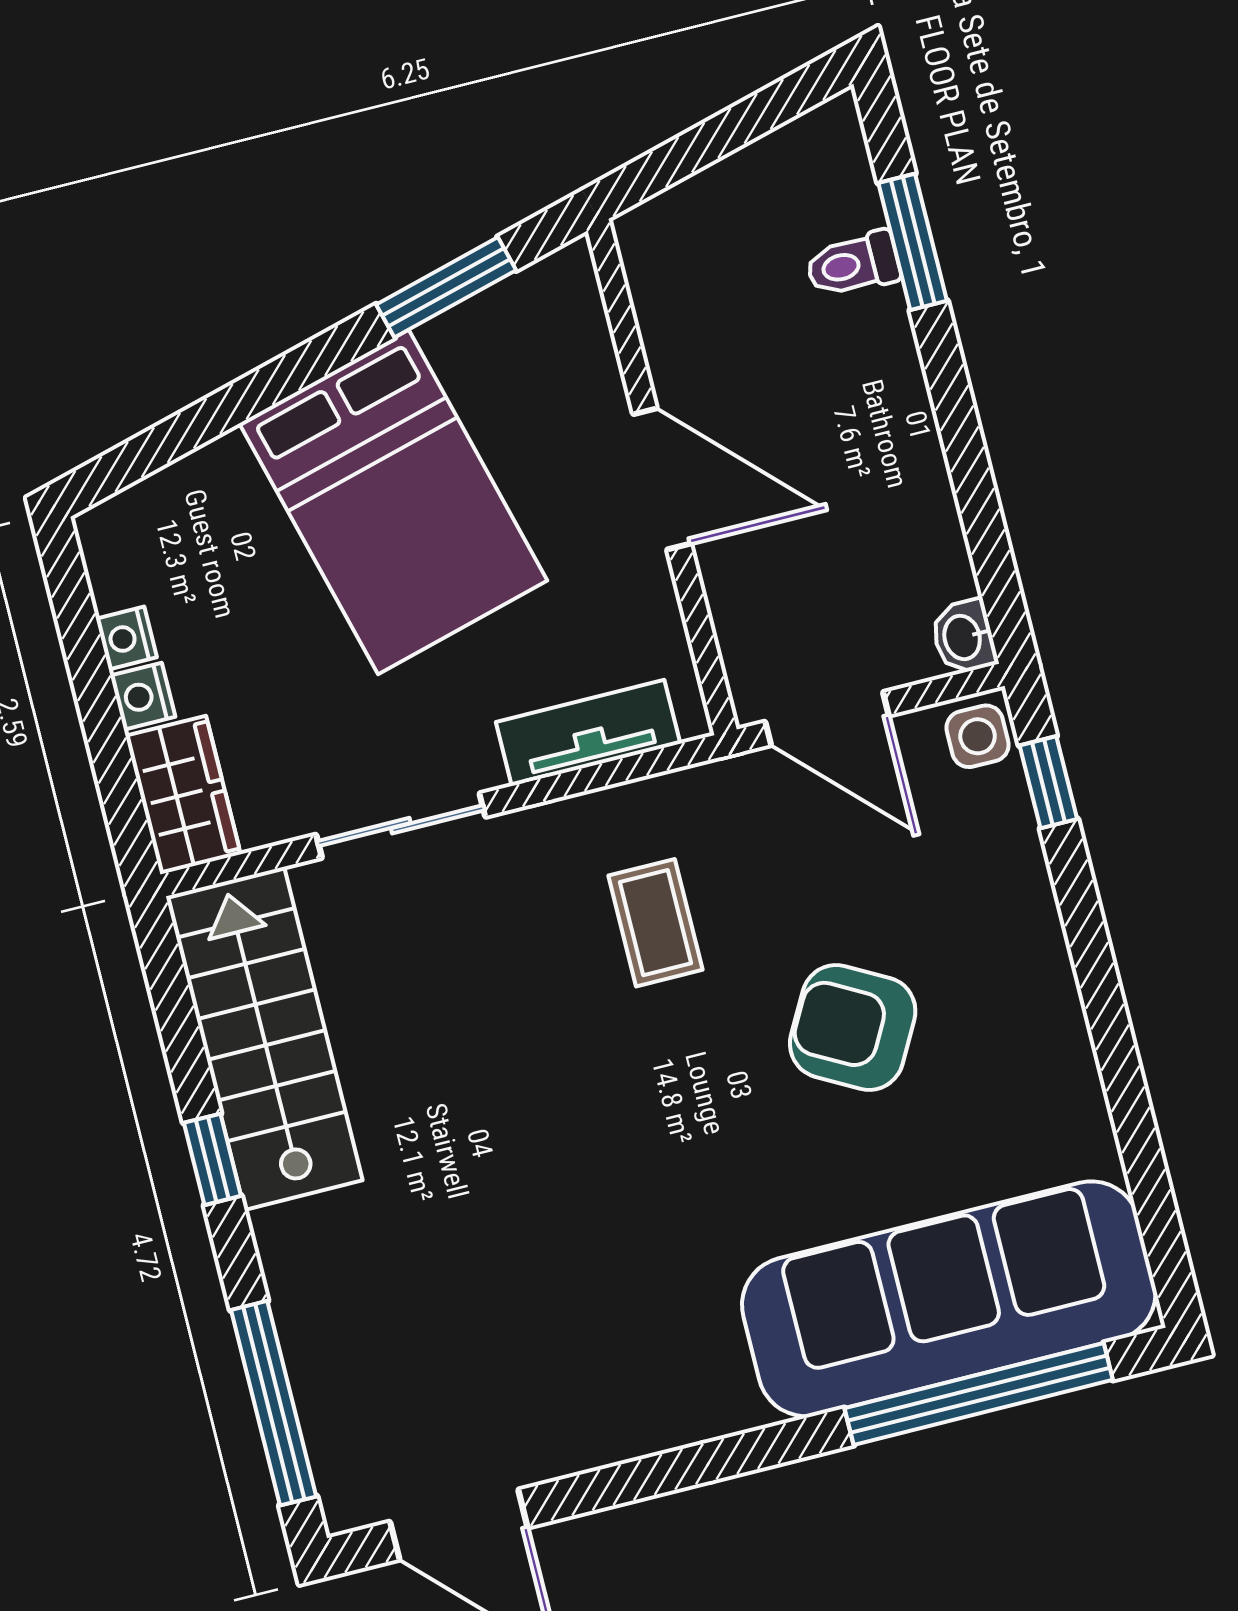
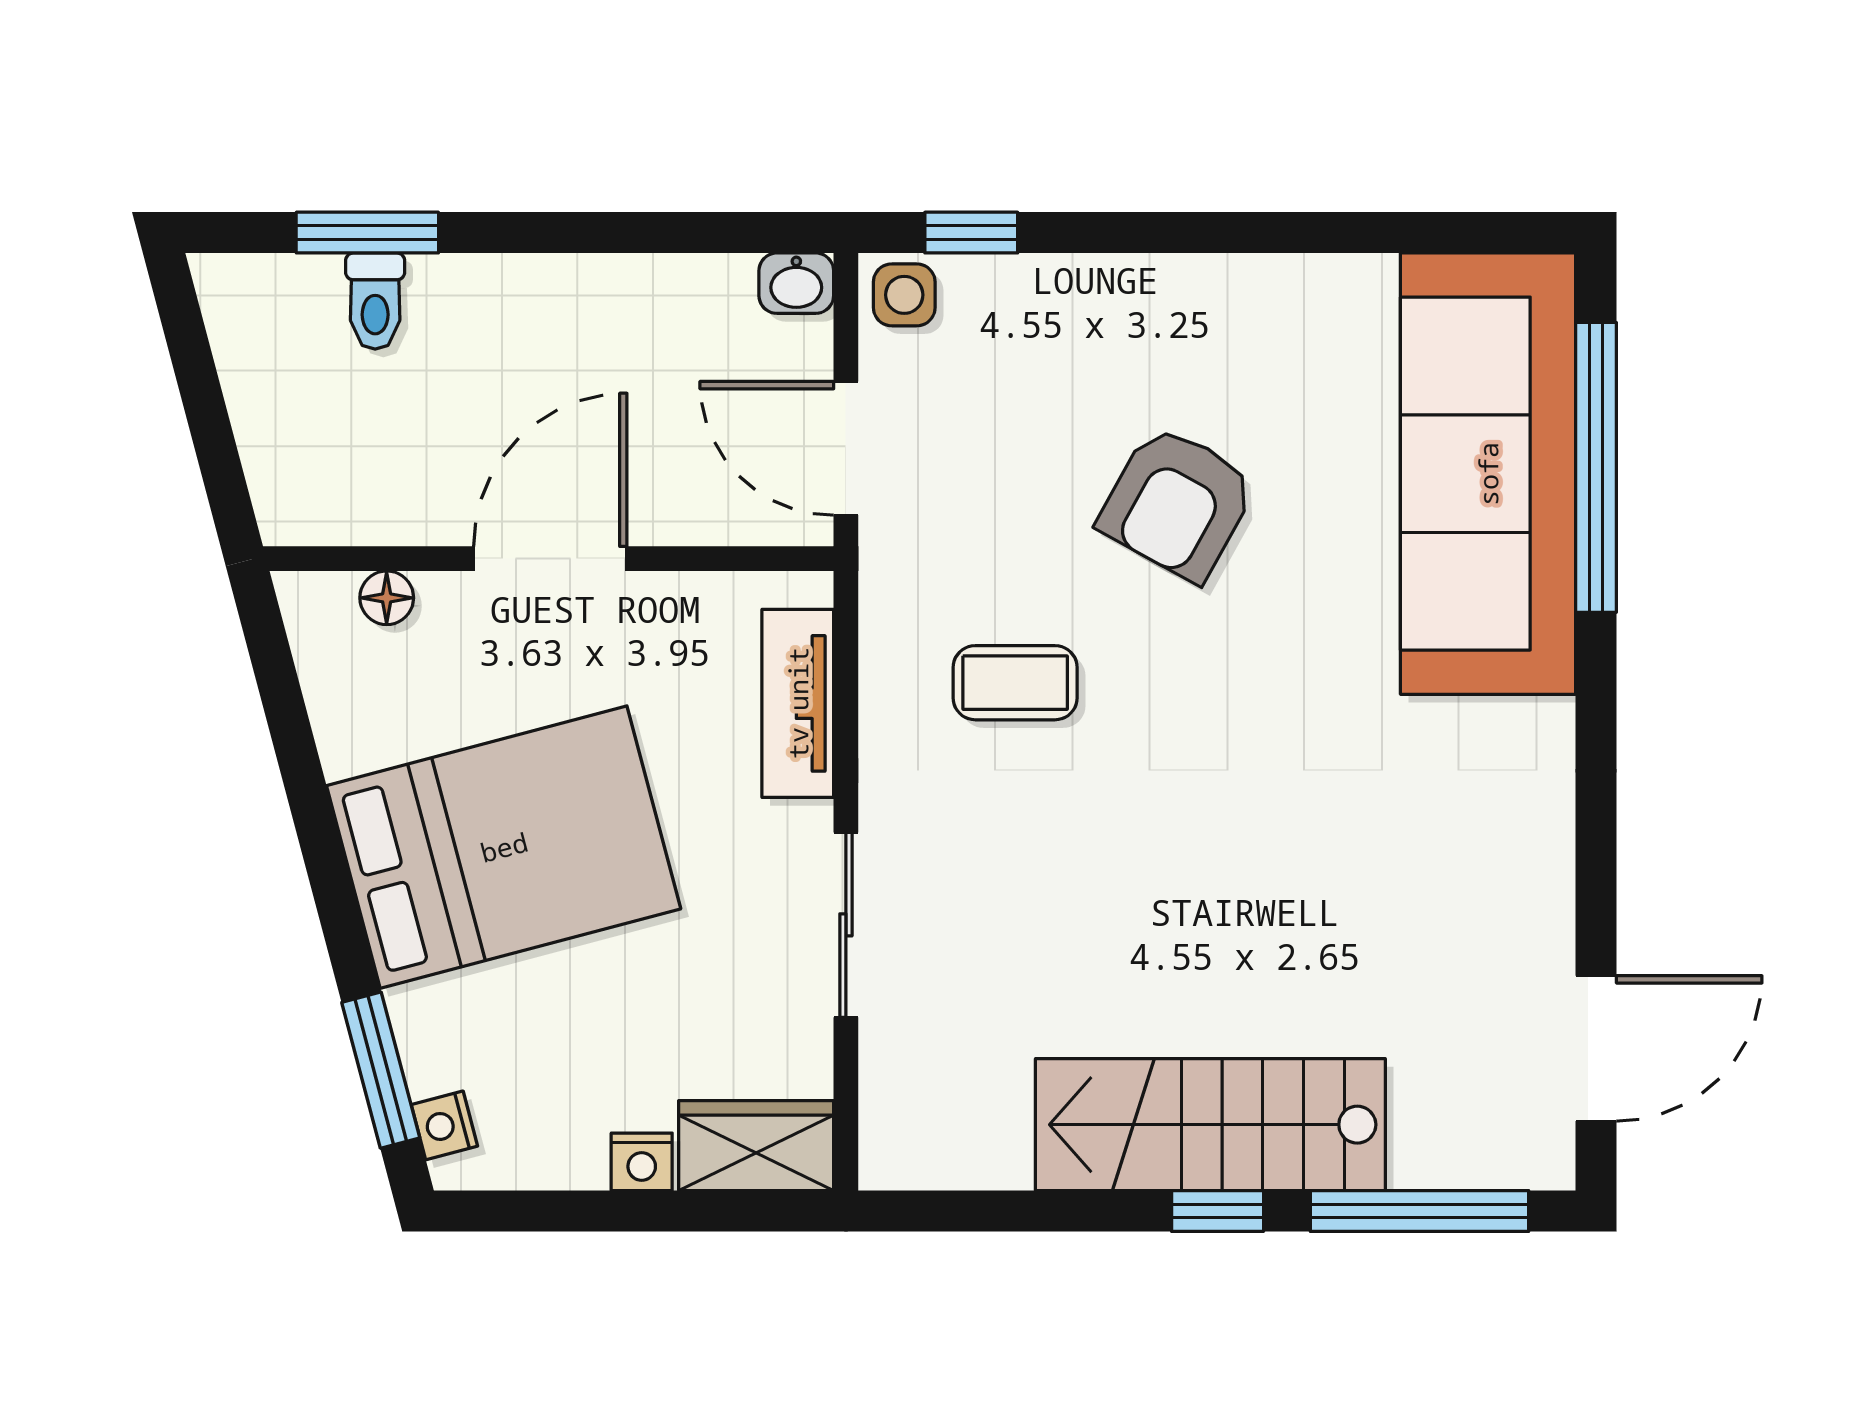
window: (446, 287) -> (381, 1070), moved
floor lamp: (590, 341) -> (387, 598), added
nightstand: (126, 638) -> (444, 1125), moved, turned 75
door: (827, 719) -> (846, 448), swing flipped
stairs: (264, 1039) -> (1210, 1125), moved
window: (212, 1159) -> (1218, 1211), moved

